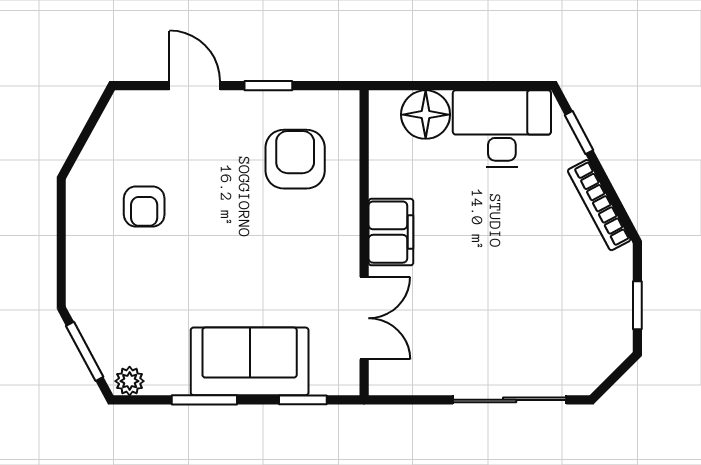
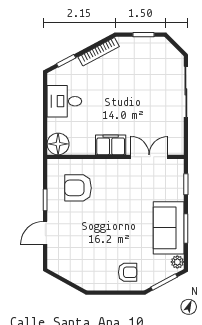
floor lamp: (426, 115) -> (58, 144), moved
desk: (502, 129) -> (64, 101), width x0.73
armchair: (144, 207) -> (128, 272), moved
sofa: (250, 361) -> (169, 228), moved

